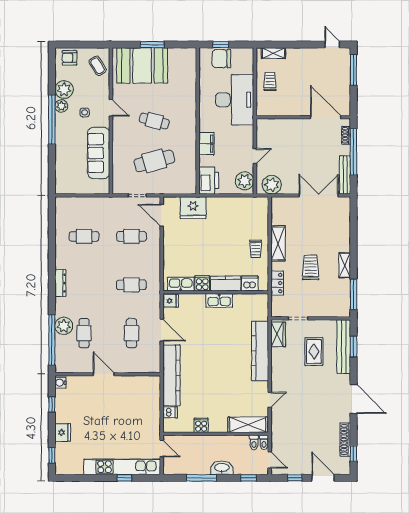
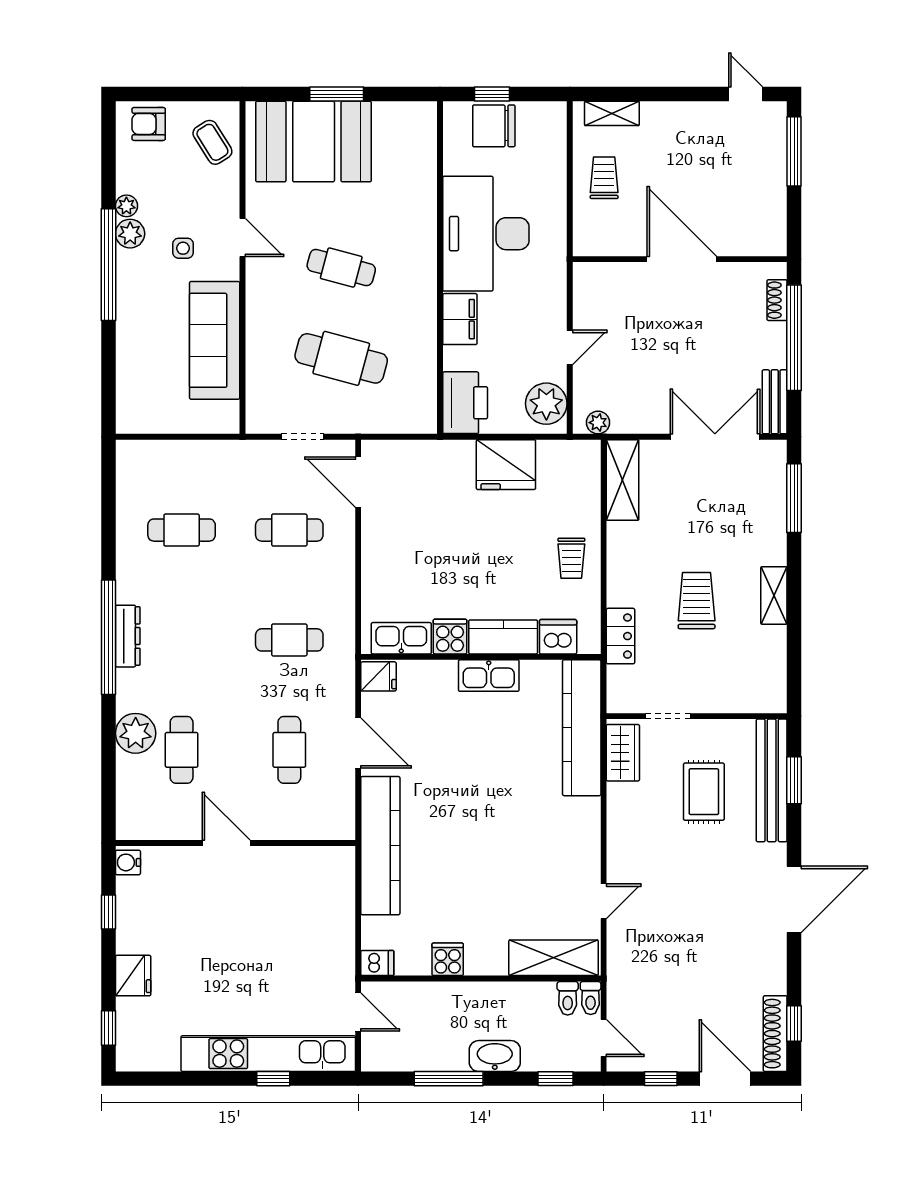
plant: (64, 90) -> (126, 206), width x0.53, depth x0.53
desk: (235, 100) -> (486, 234), moved, turned 180
door: (326, 117) -> (682, 259), moved
cafe table: (154, 161) -> (341, 358), turned 30
bench: (345, 175) -> (775, 402), width x0.73
plant: (272, 185) -> (598, 423), width x0.53, depth x0.53
fridge: (193, 208) -> (506, 465), moved
shelving: (278, 243) -> (623, 480), moved
window: (354, 294) -> (794, 498), moved
window: (52, 340) -> (108, 637), moved
kitchen counter: (260, 351) -> (582, 728), moved
door: (354, 399) -> (794, 899), hinge flipped
dishwasher: (170, 412) -> (377, 963), moved
shoe rack: (345, 440) -> (775, 1034), moved

